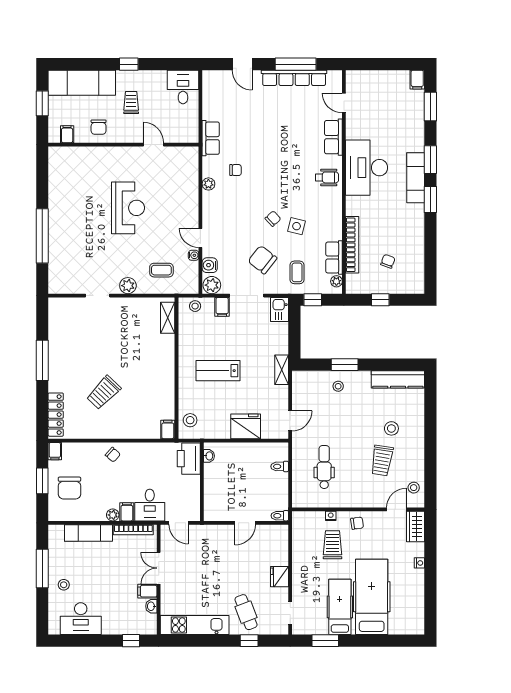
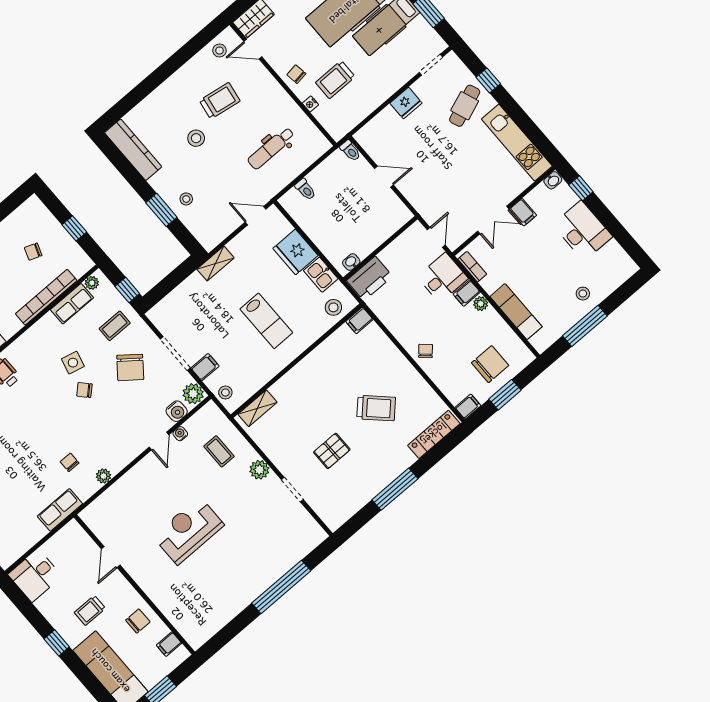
kitchen sink: (280, 310) -> (321, 275), moved, turned 90
pallet: (101, 341) -> (332, 451), added
stool: (391, 428) -> (196, 138), moved
bookcase: (133, 530) -> (472, 267), width x0.64
washbasin: (151, 606) -> (553, 180), moved
desk: (81, 619) -> (582, 231), moved

